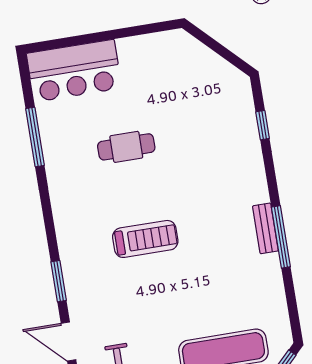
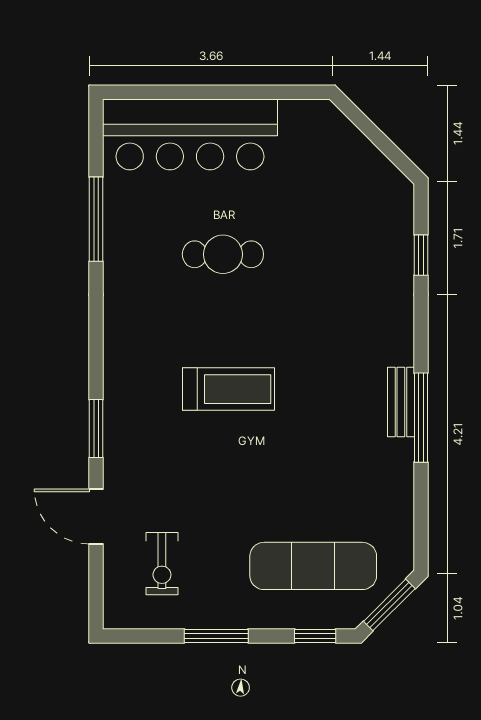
bar counter: (74, 71) -> (190, 134), width x1.36

